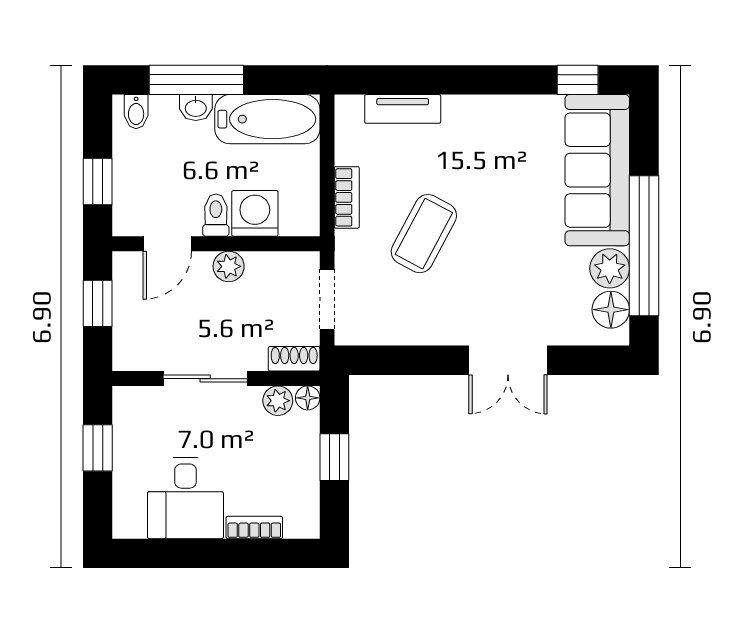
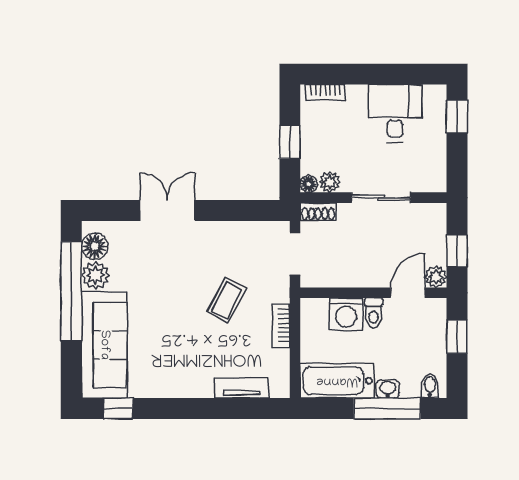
coffee table: (424, 234) -> (227, 300), width x0.73, depth x0.77
plant: (229, 266) -> (436, 277), moved
window: (98, 448) -> (457, 117), moved
bookcase: (254, 527) -> (325, 92), moved

